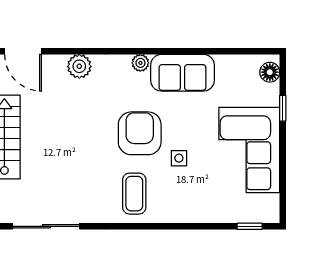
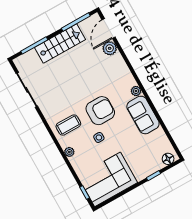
plant: (79, 66) -> (110, 48), moved
corner sofa: (249, 150) -> (108, 179), moved
plant: (176, 215) -> (69, 152), added

